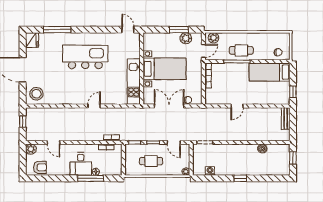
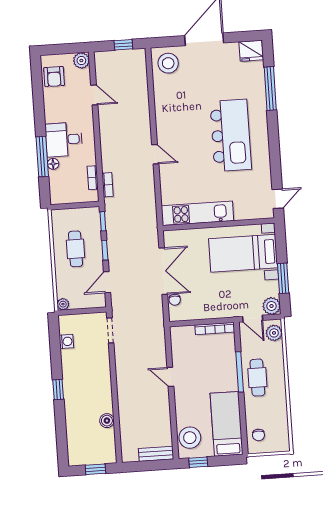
plant: (186, 38) -> (271, 306), moved
bed with nightstands: (165, 69) -> (243, 253), moved, turned 90
stool: (277, 96) -> (190, 438), added
door: (54, 142) -> (94, 95), swing flipped

